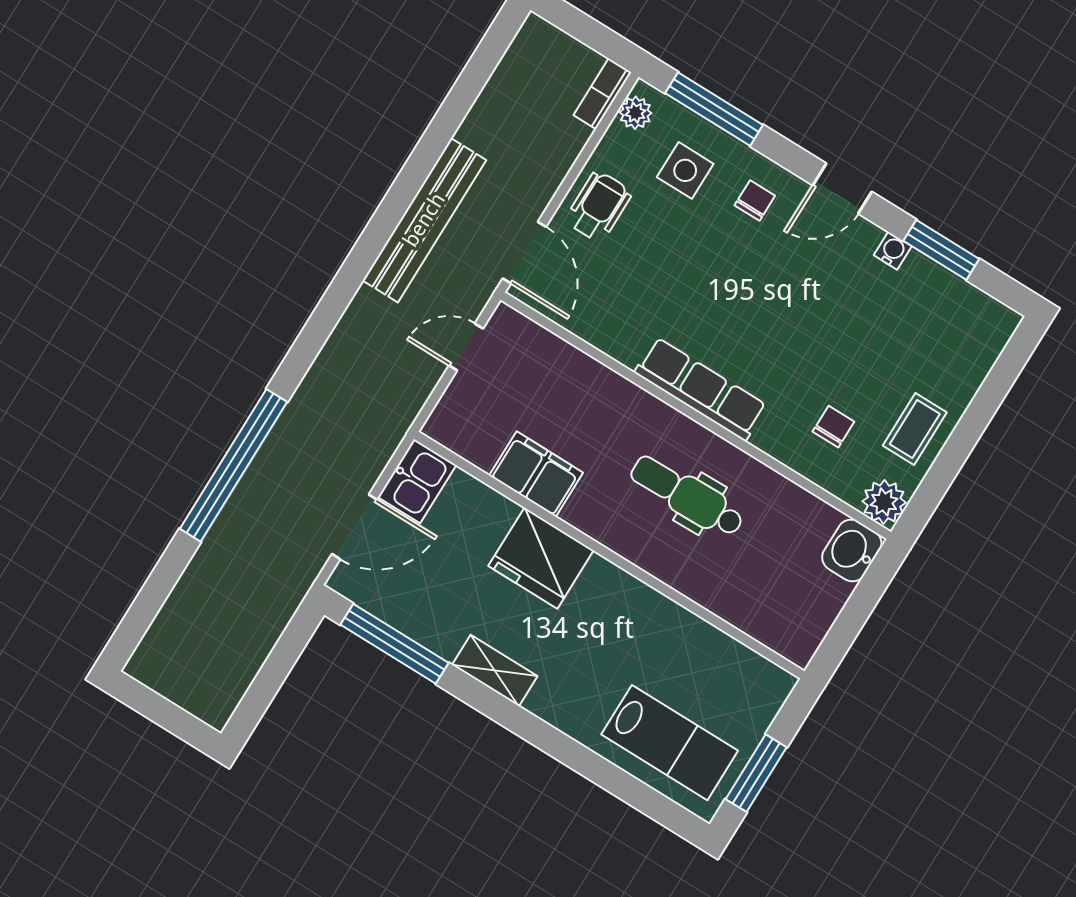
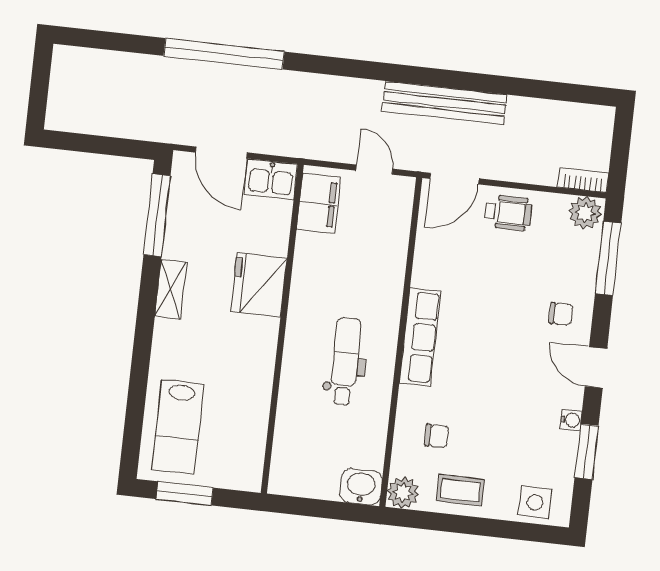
plant: (635, 113) -> (585, 213), width x1.38, depth x1.38
side table: (685, 170) -> (535, 502), moved
filing cabinet: (536, 474) -> (318, 203), moved

